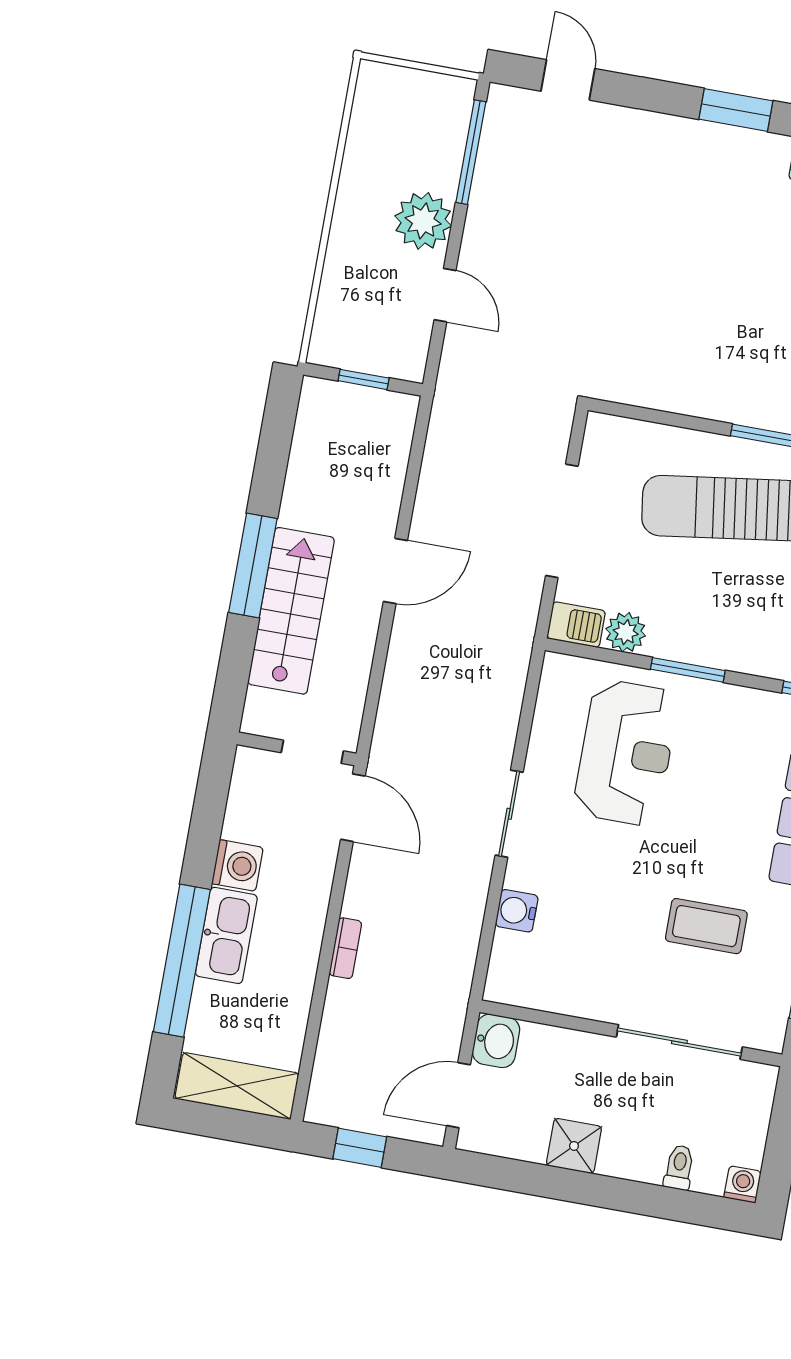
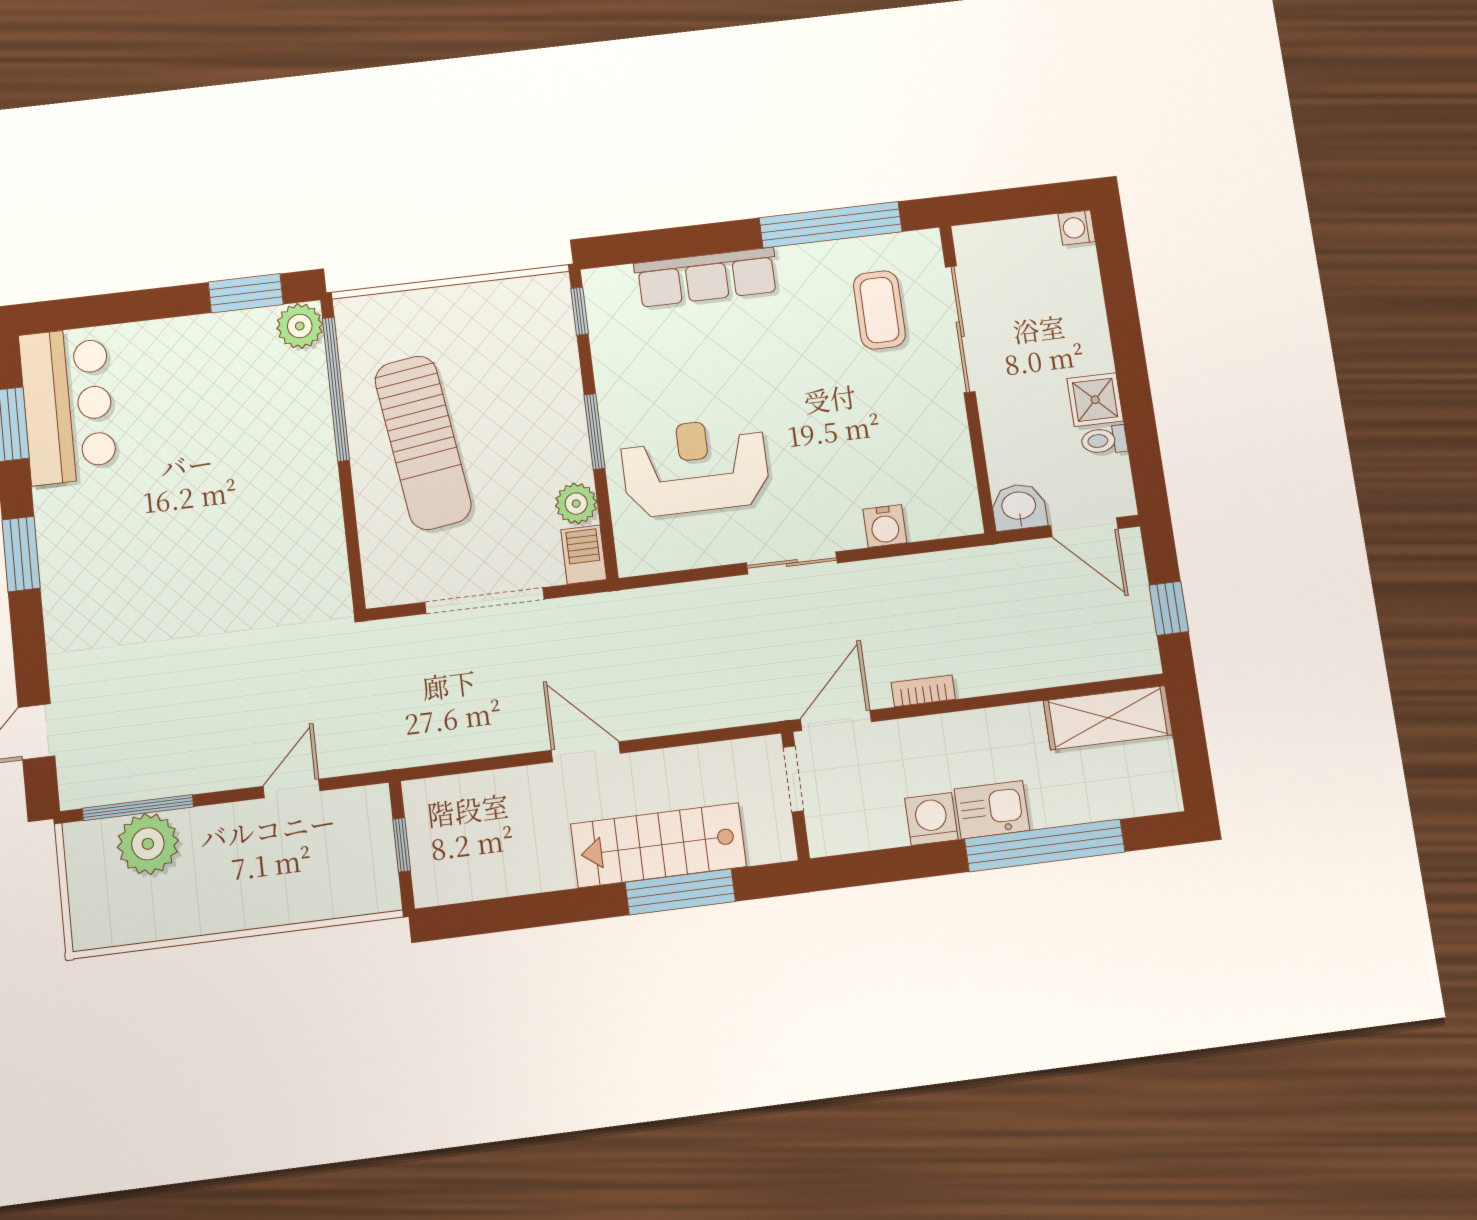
plant: (423, 221) -> (148, 844), moved
window: (253, 566) -> (680, 892), moved
coffee table: (706, 926) -> (879, 310), moved
kitchen sink: (226, 935) -> (992, 810), width x0.73
bookcase: (345, 948) -> (923, 691), moved
shelving: (237, 1086) -> (1108, 718), moved, turned 90
toilet: (679, 1167) -> (1104, 440), moved

